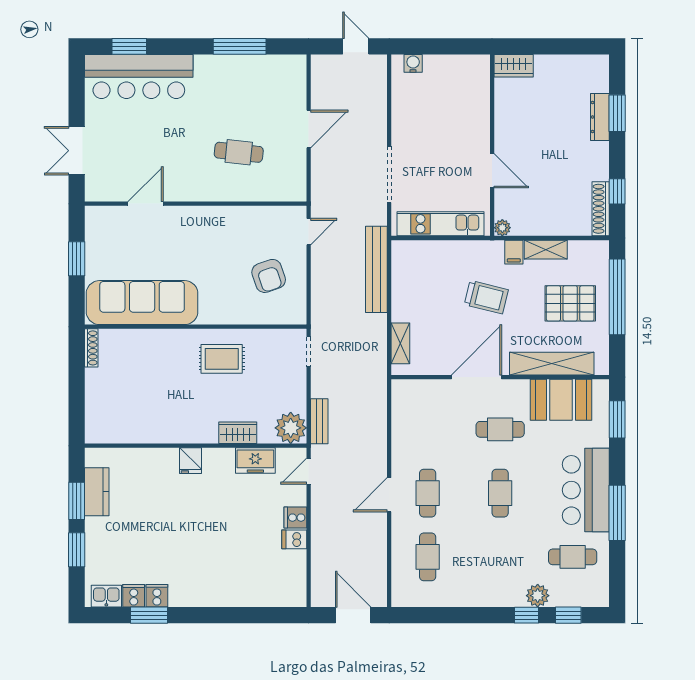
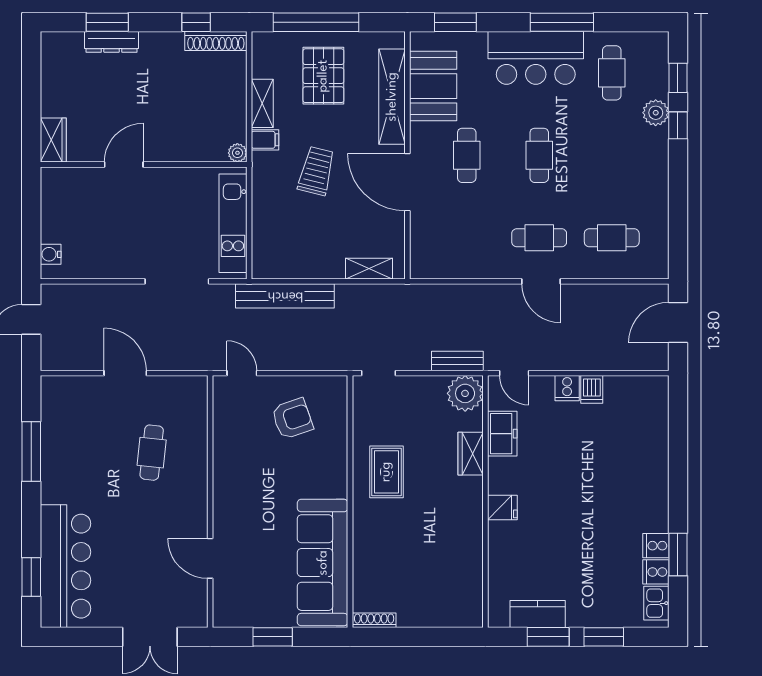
door: (492, 171) -> (124, 164), moved
cafe table: (500, 493) -> (539, 155), turned 90

